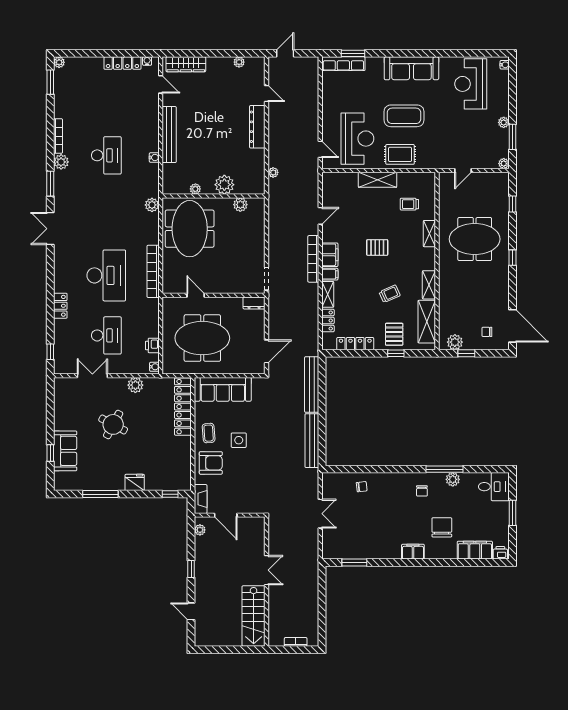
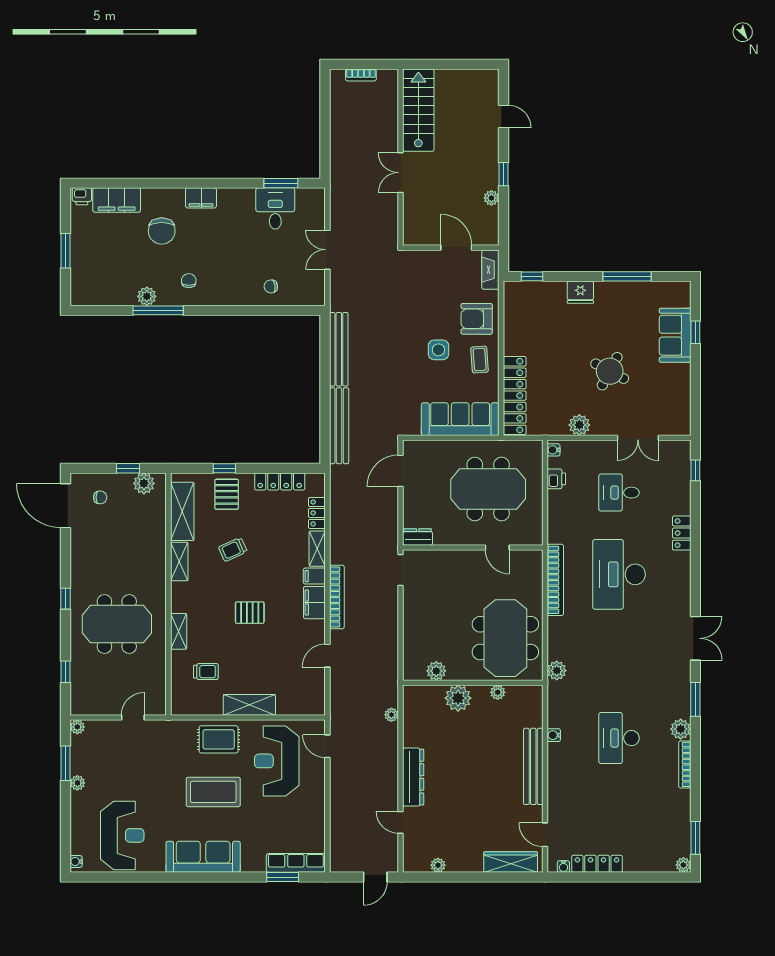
desk: (106, 335) -> (619, 493), width x0.73
desk: (494, 487) -> (275, 208), moved, turned 90
plant: (200, 530) -> (491, 198), moved

